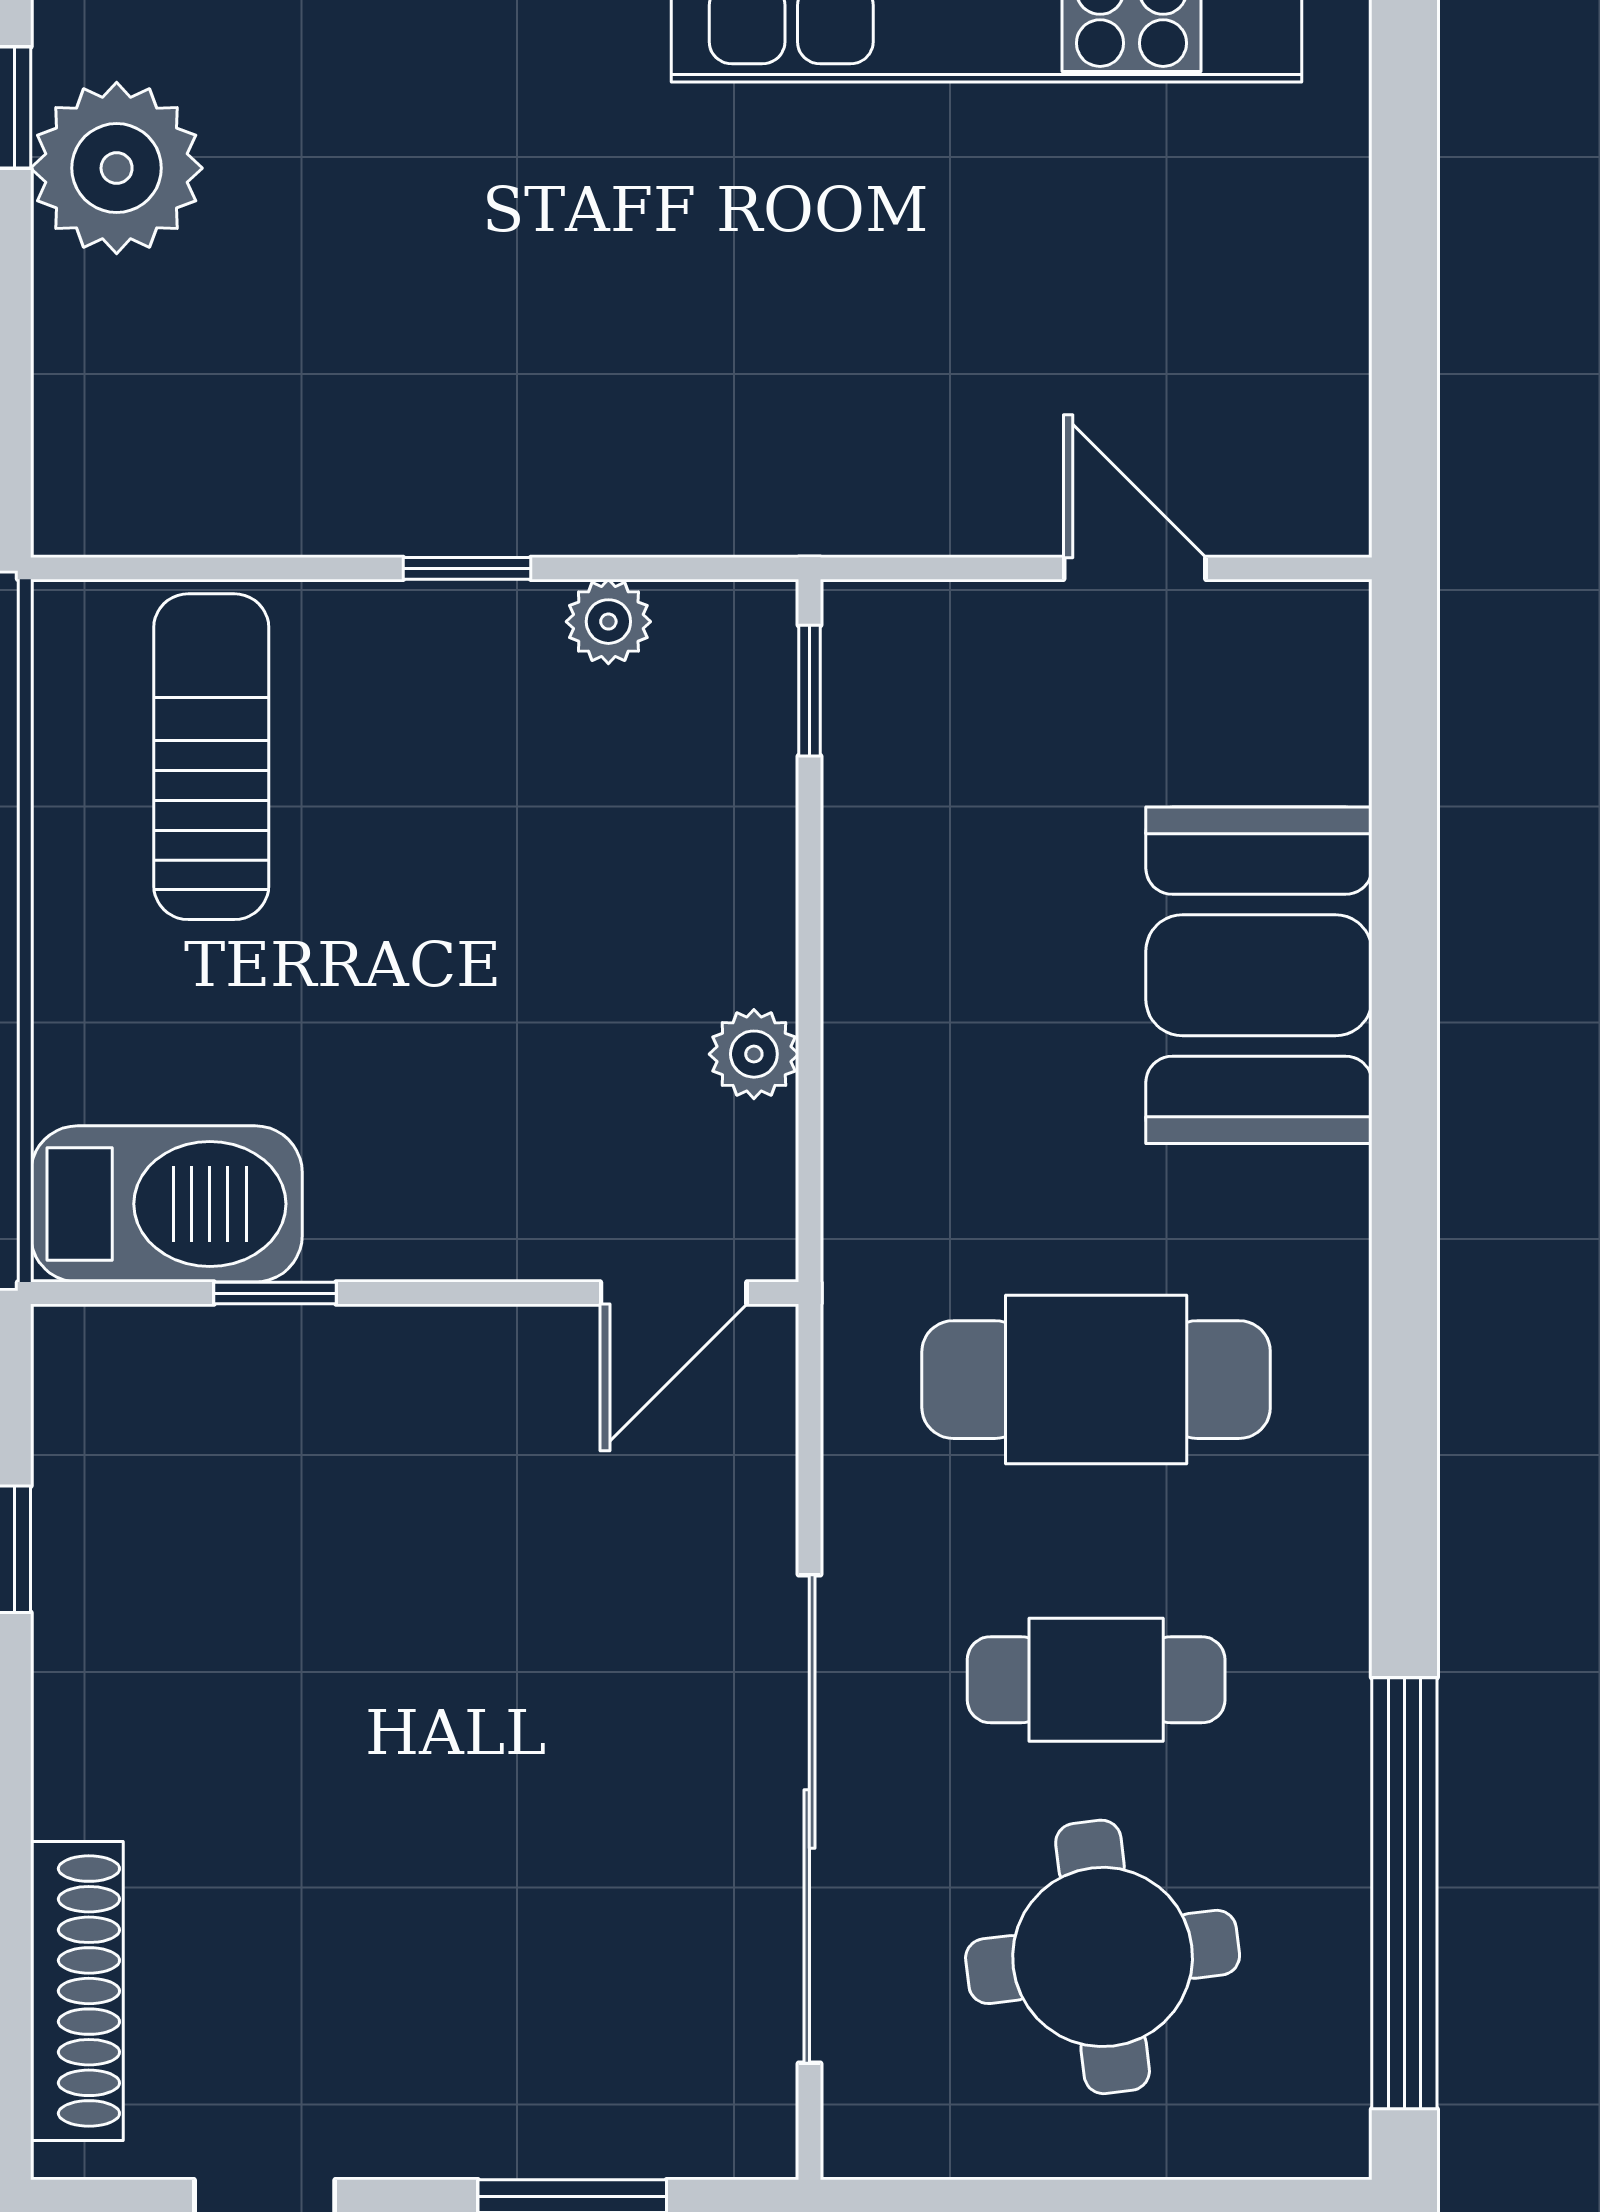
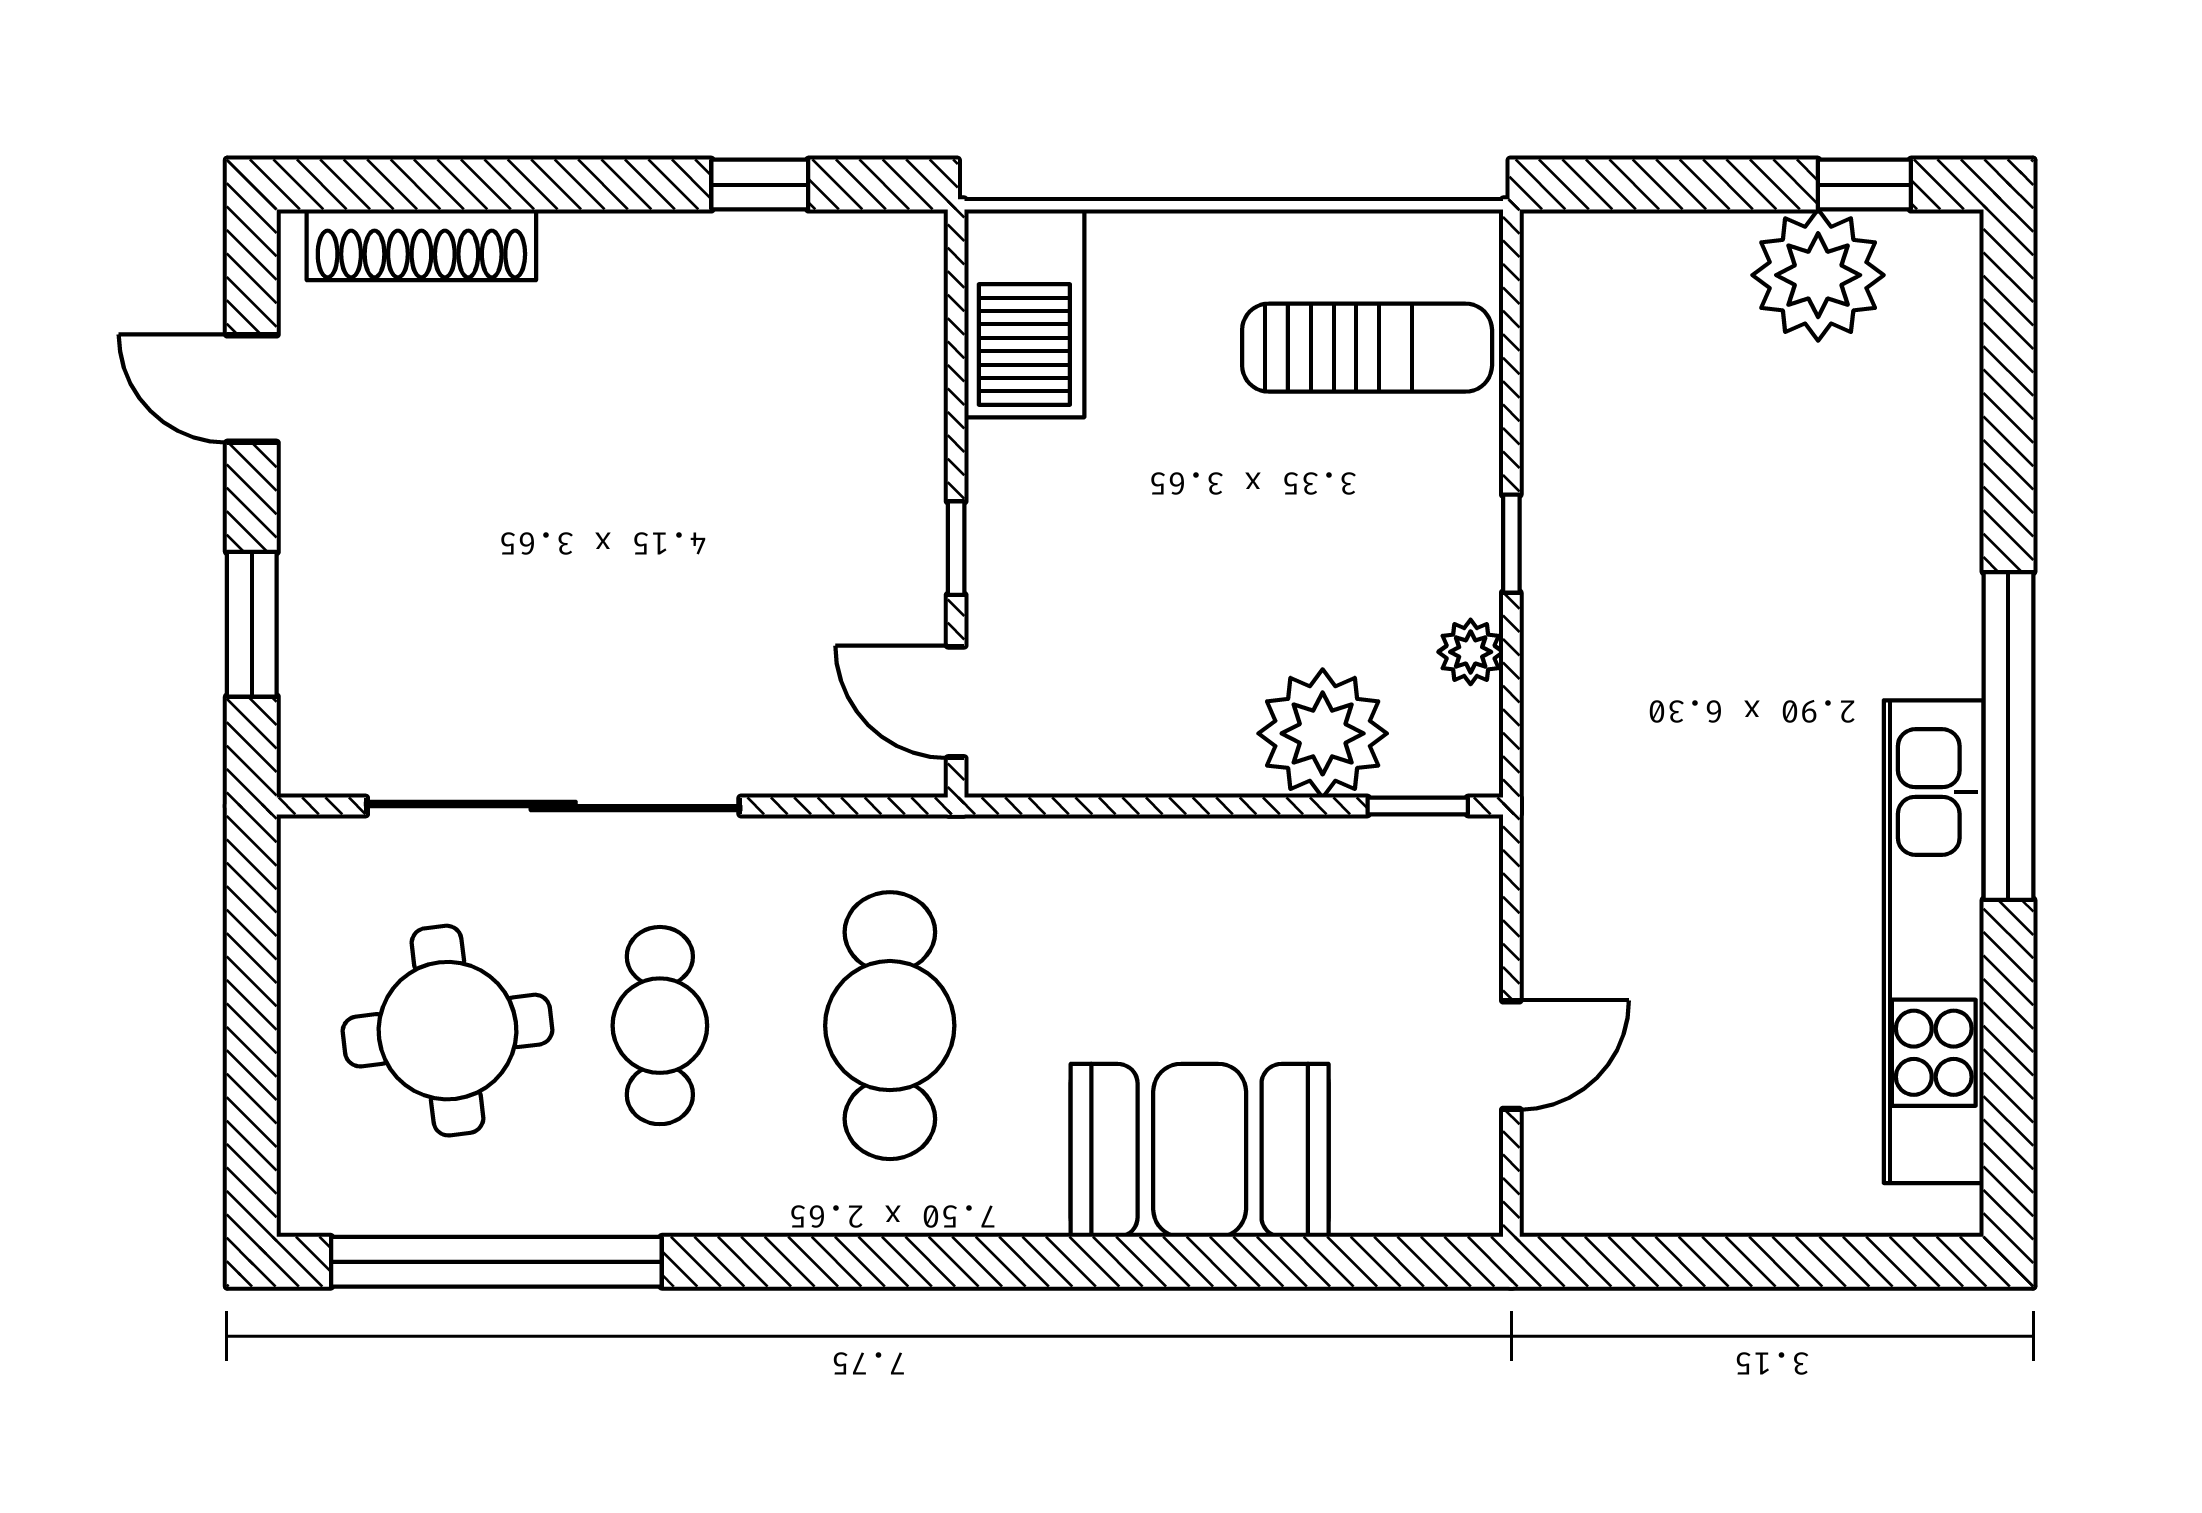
plant: (754, 1054) -> (1323, 733), moved, width x1.88, depth x1.88
window: (275, 1293) -> (956, 548), moved

